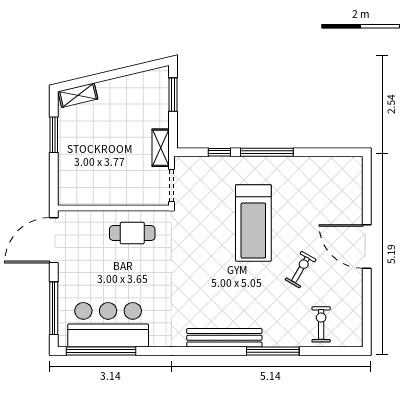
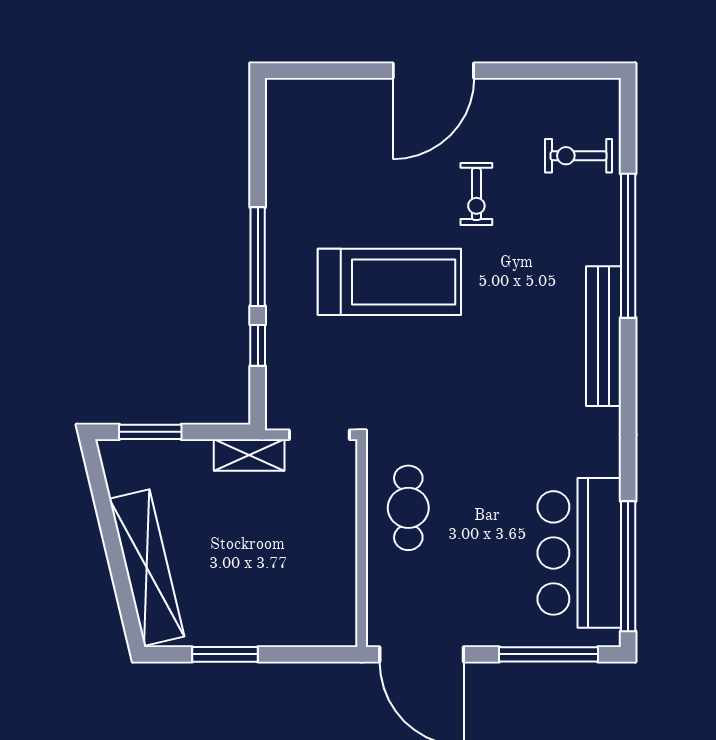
shelving: (78, 95) -> (147, 568), width x2.20, depth x1.33
exercise bike: (301, 270) -> (476, 194), turned -120
window: (273, 351) -> (628, 246), width x1.46

